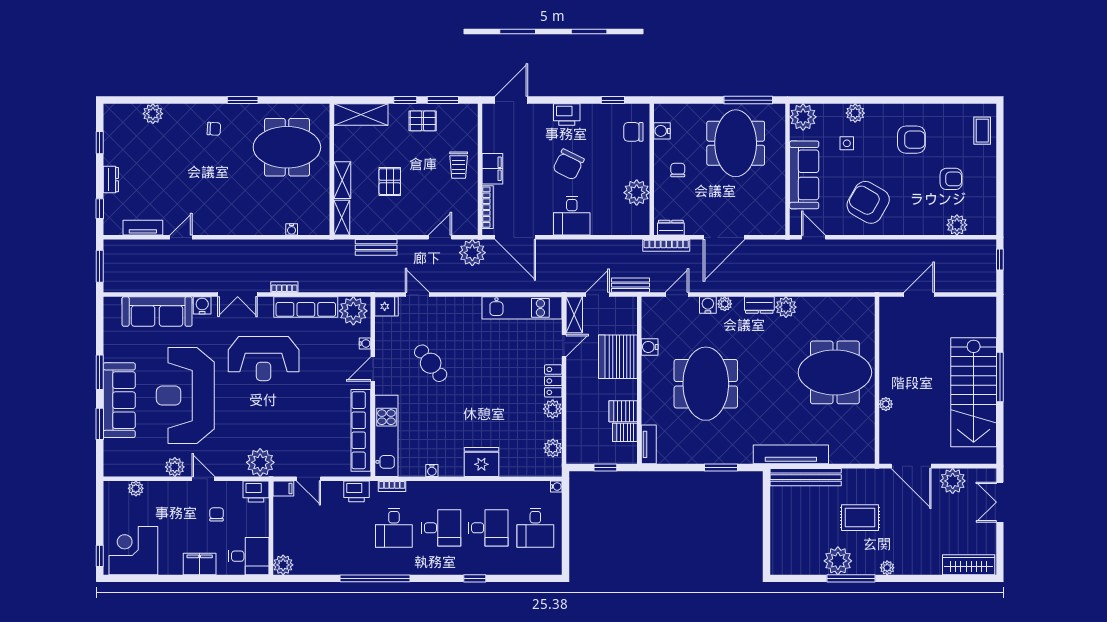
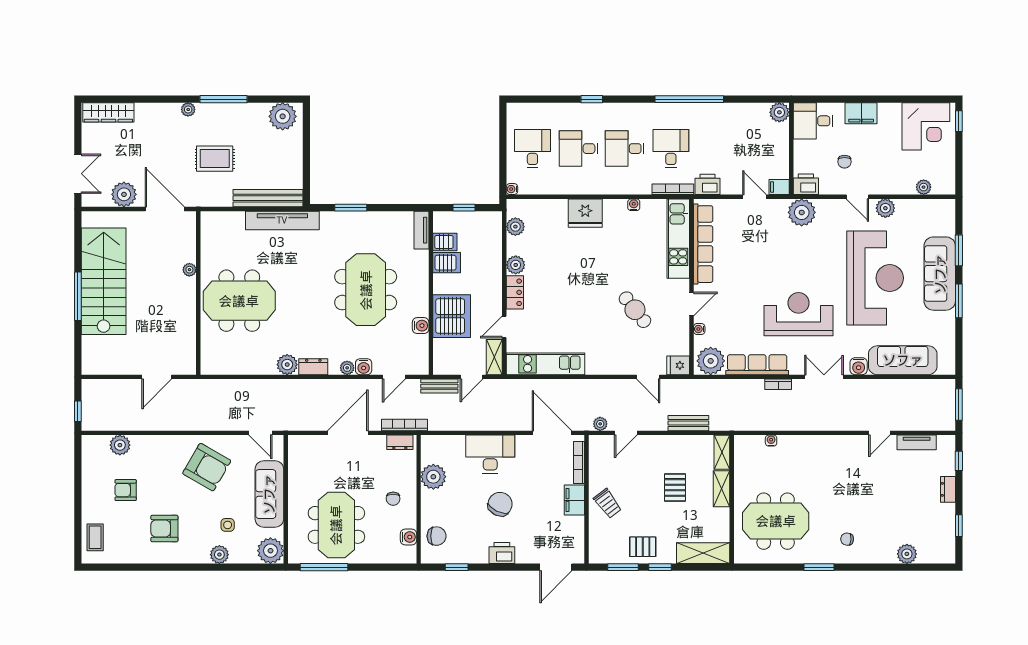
trolley: (459, 165) -> (608, 504), turned 143
desk: (572, 216) -> (490, 454), width x1.37
plant: (472, 253) -> (600, 424), width x0.53, depth x0.53
bookcase: (392, 486) -> (673, 189), width x1.56
plant: (838, 561) -> (283, 116), moved

